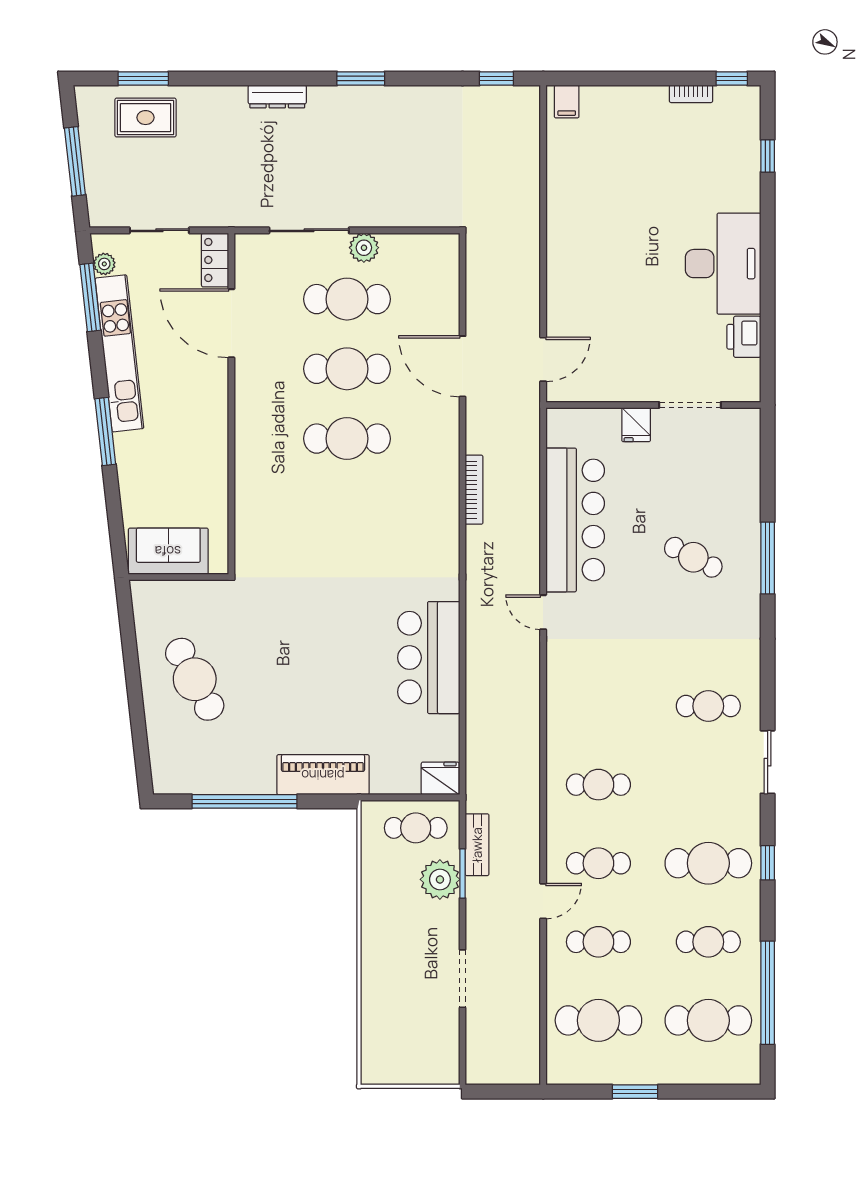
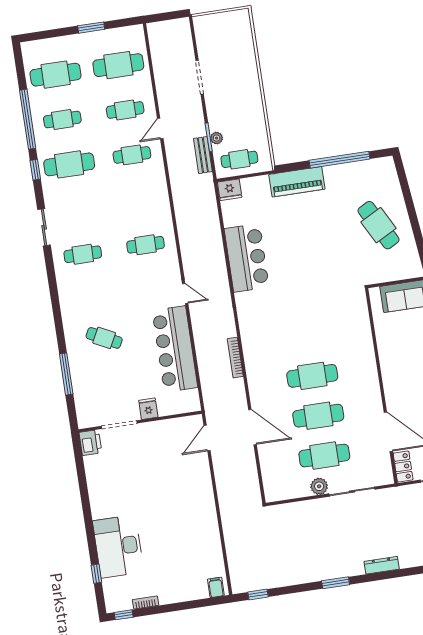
desk: (723, 264) -> (118, 546), moved
printer: (744, 337) -> (90, 443), moved
window: (768, 558) -> (66, 374), moved
cafe table: (598, 785) -> (146, 245), moved
plant: (440, 879) -> (217, 138), width x0.53, depth x0.53
window: (768, 993) -> (28, 119), moved

